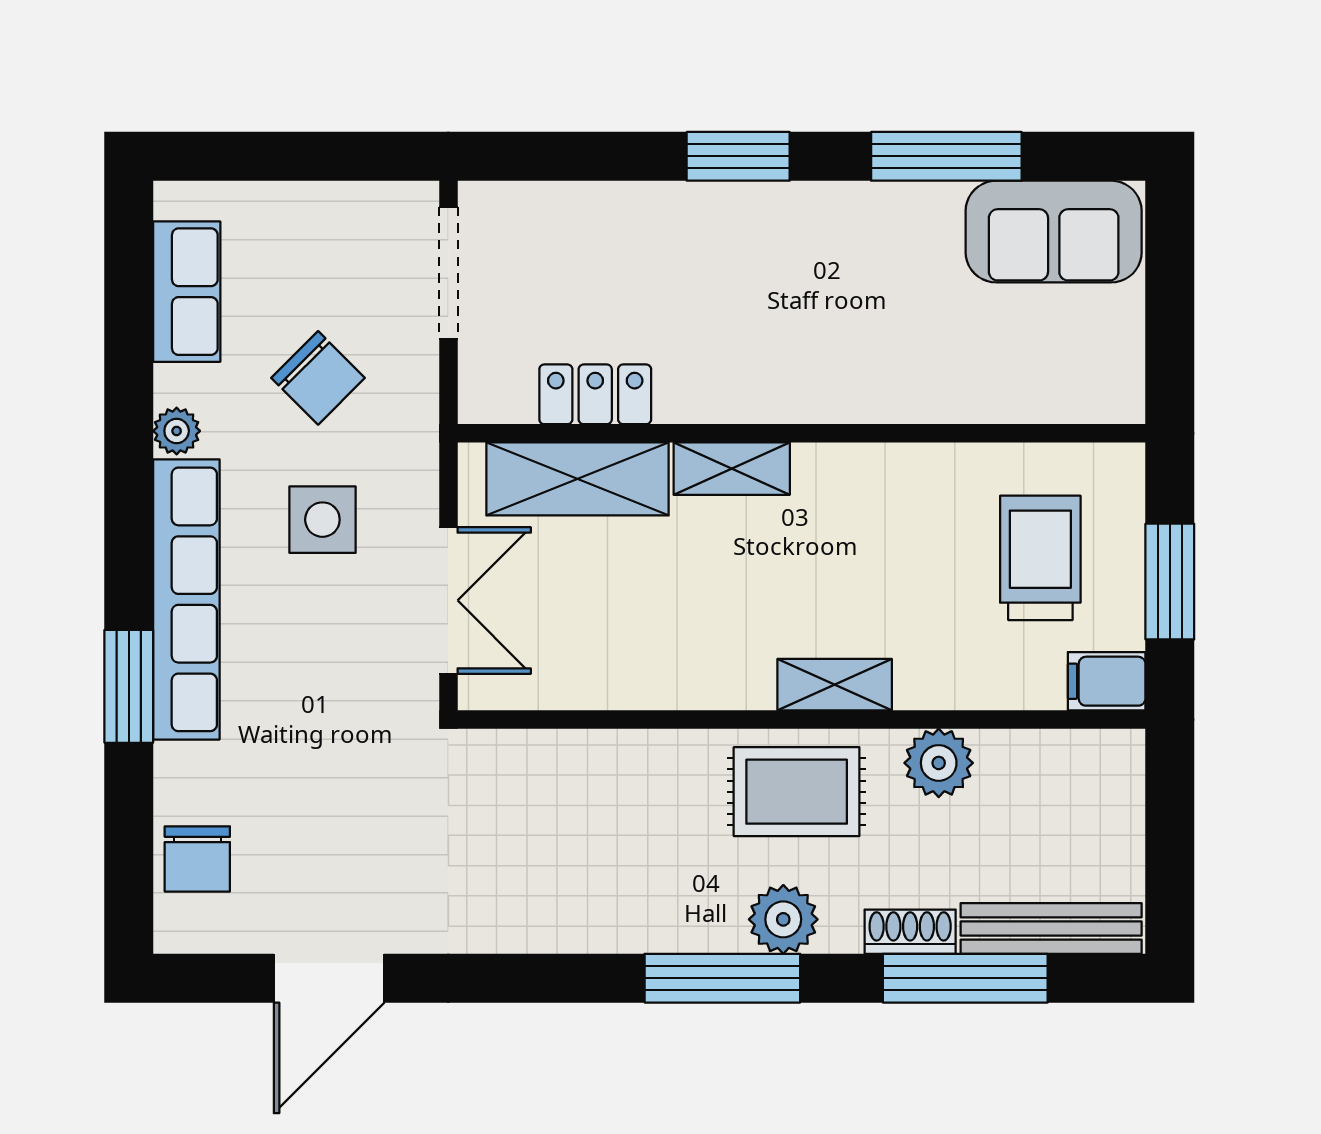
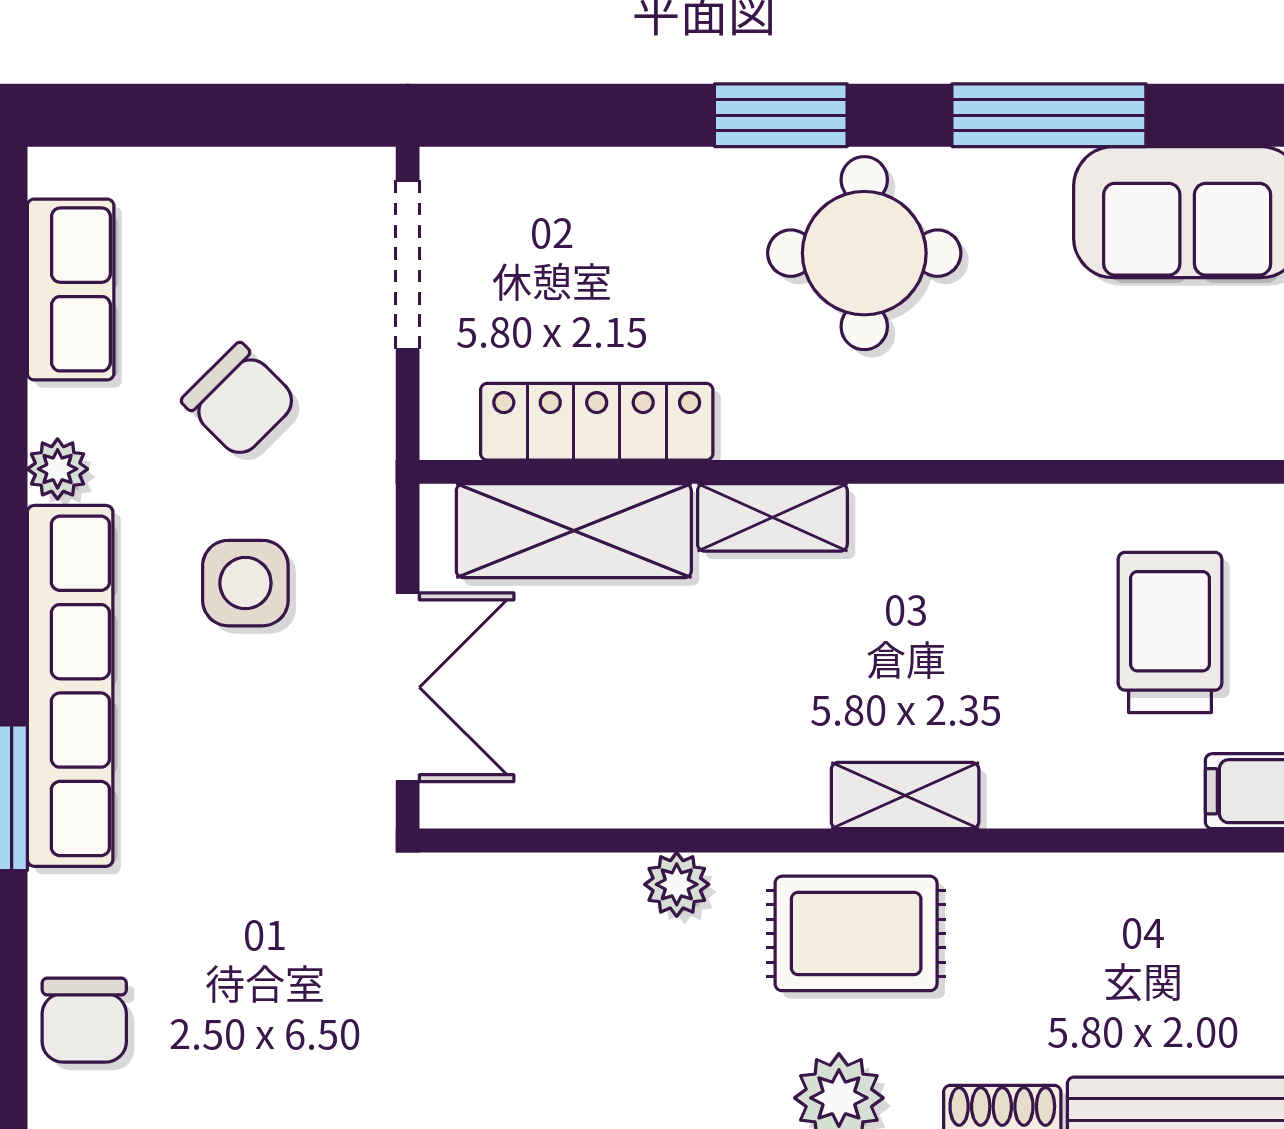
round table: (803, 263) -> (864, 253), added
locker: (595, 394) -> (597, 422), width x1.53
plant: (939, 763) -> (677, 884), moved, width x0.73, depth x0.73

